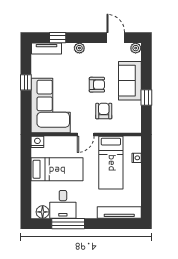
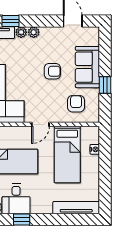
plant: (136, 48) -> (21, 32), moved
armchair: (104, 111) -> (76, 104), moved
window: (68, 224) -> (22, 219), width x0.46

